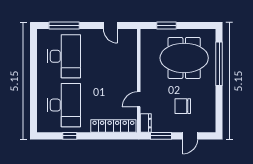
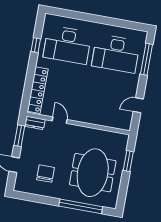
chair: (183, 106) -> (45, 174), moved

